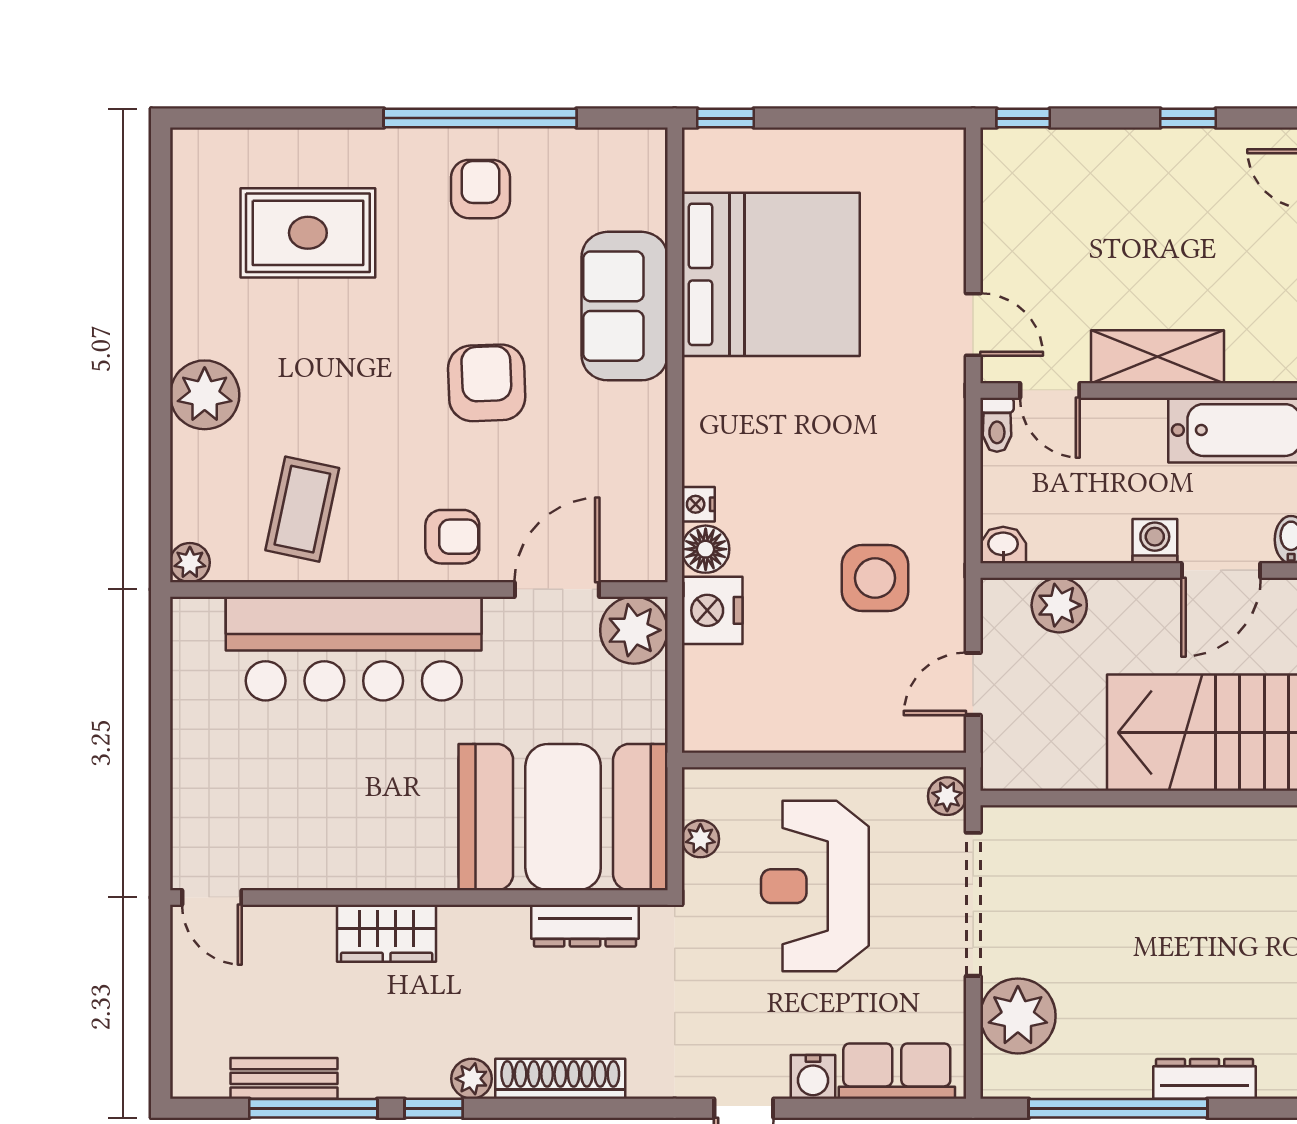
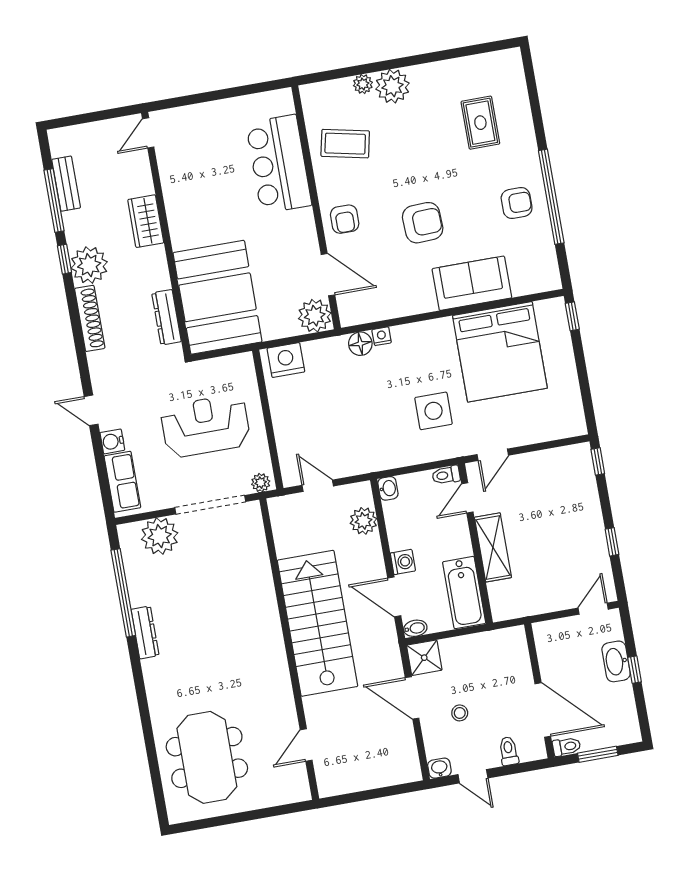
rug: (308, 233) -> (480, 123), width x0.73, depth x0.70
plant: (190, 563) -> (363, 84), moved
side table: (875, 578) -> (433, 411), moved
nightstand: (712, 610) -> (286, 360), moved
bar counter: (354, 649) -> (279, 164), width x0.73
plant: (700, 839) -> (219, 366), removed
plant: (472, 1079) -> (89, 265), width x1.88, depth x1.88

